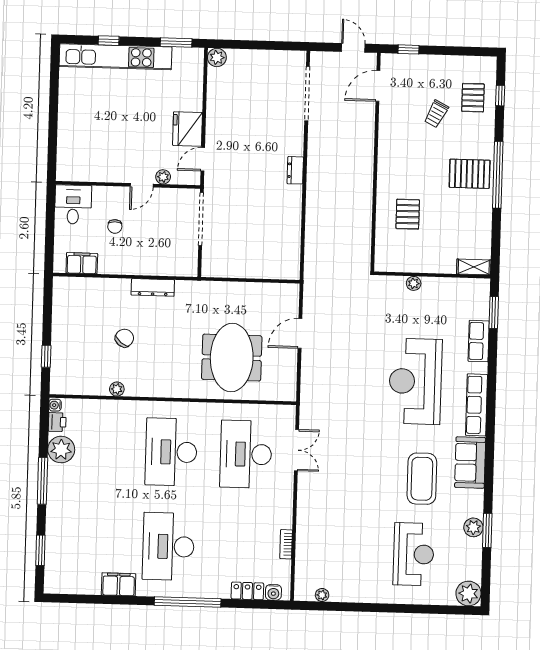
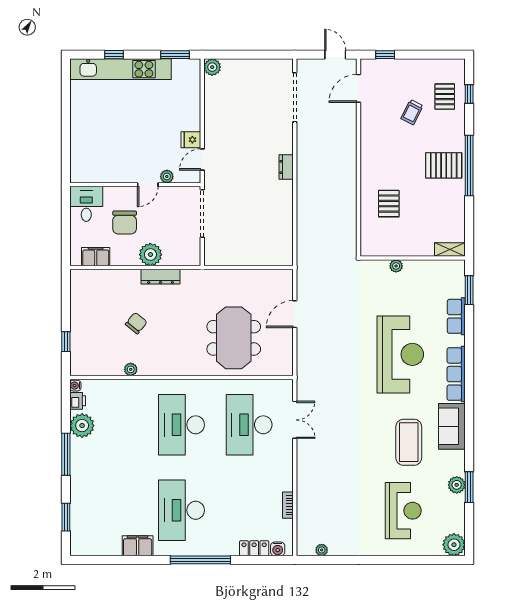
fridge: (188, 129) -> (191, 140), width x0.53, depth x0.75
chair: (115, 226) -> (125, 223), width x1.87, depth x1.87
plant: (142, 263) -> (150, 255), added
reception desk: (415, 381) -> (400, 354), turned 180

